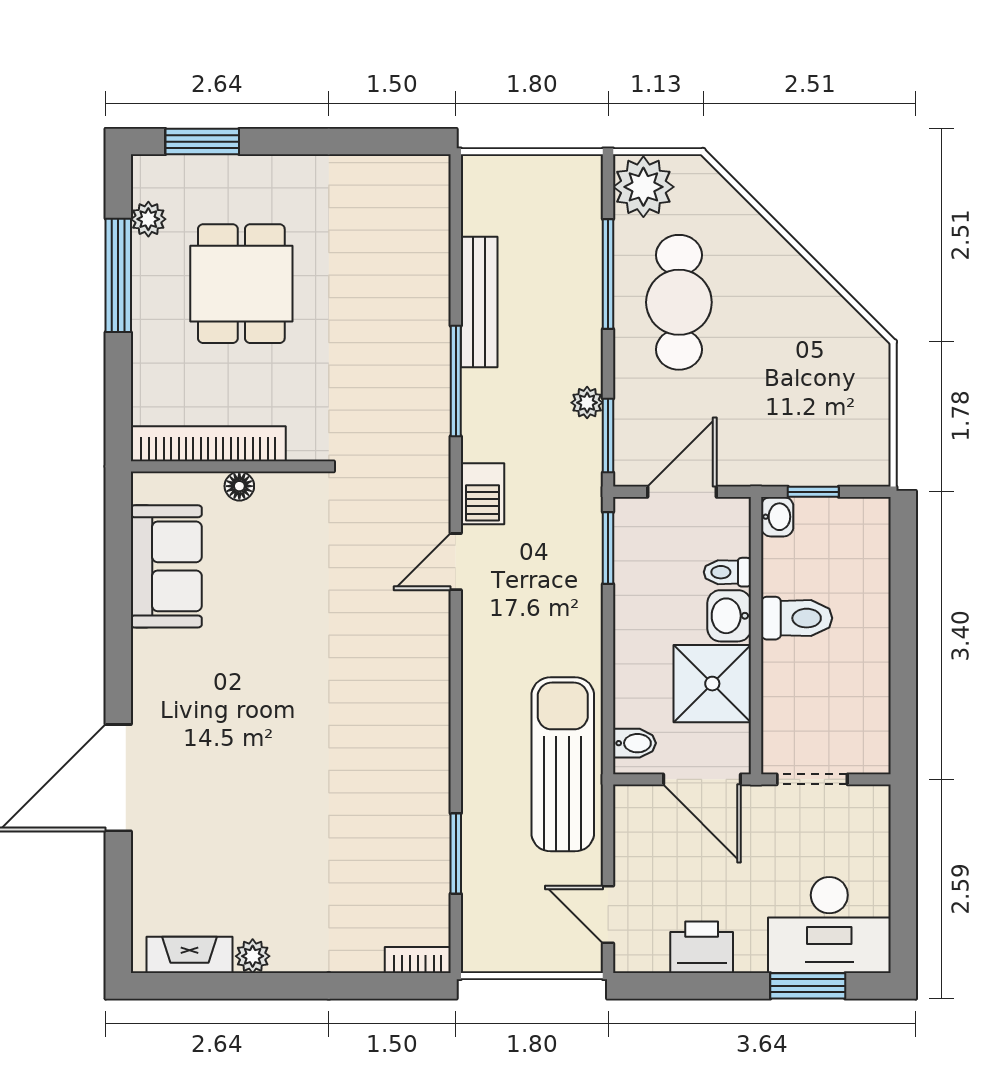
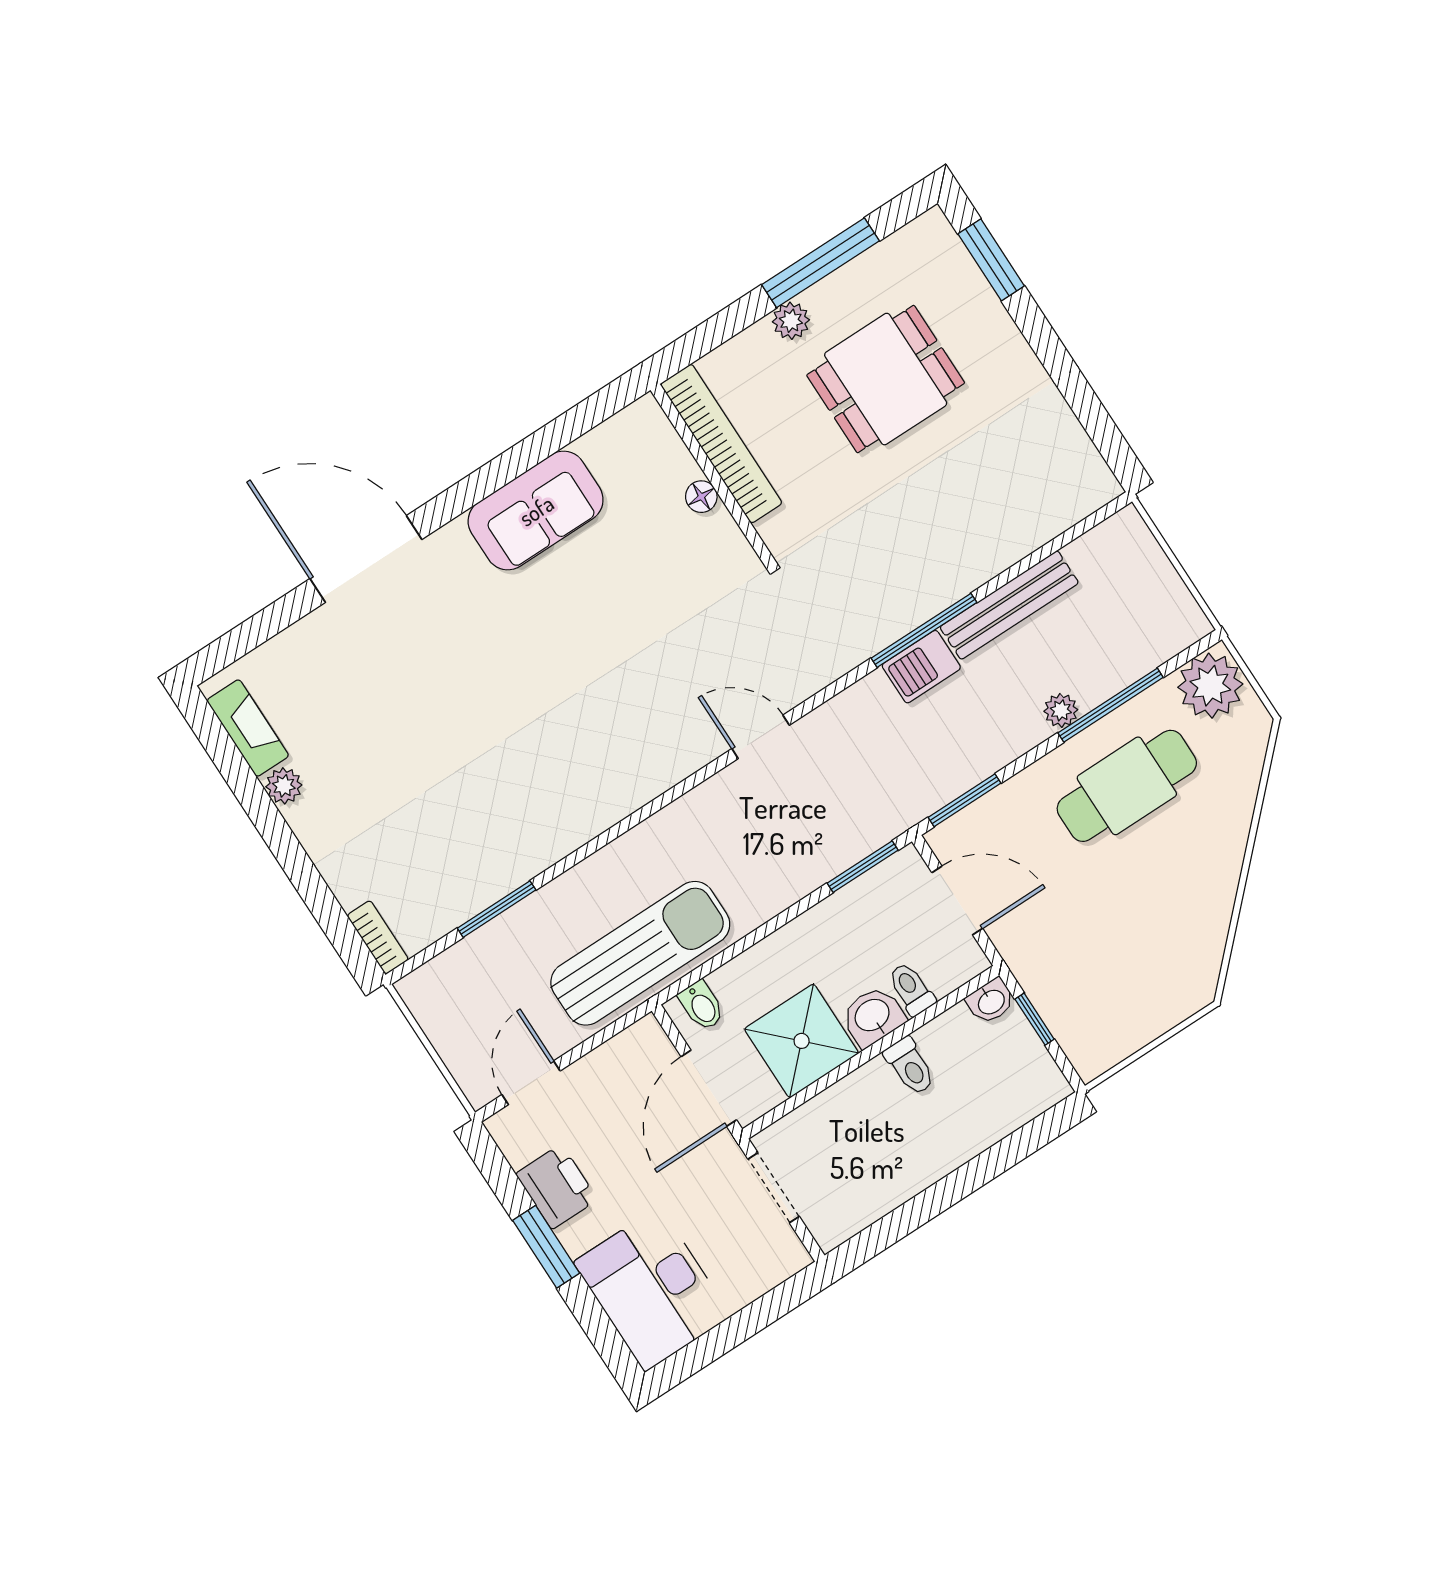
plant: (148, 219) -> (791, 321), moved
plant: (587, 403) -> (1061, 710), moved
barbecue: (483, 494) -> (921, 667), moved
sofa: (166, 566) -> (536, 510), moved
toilet: (797, 618) -> (910, 1066), width x0.73, depth x0.72
window: (808, 986) -> (546, 1247), moved

